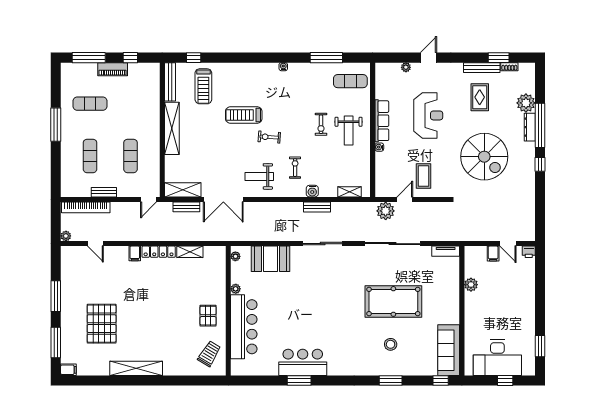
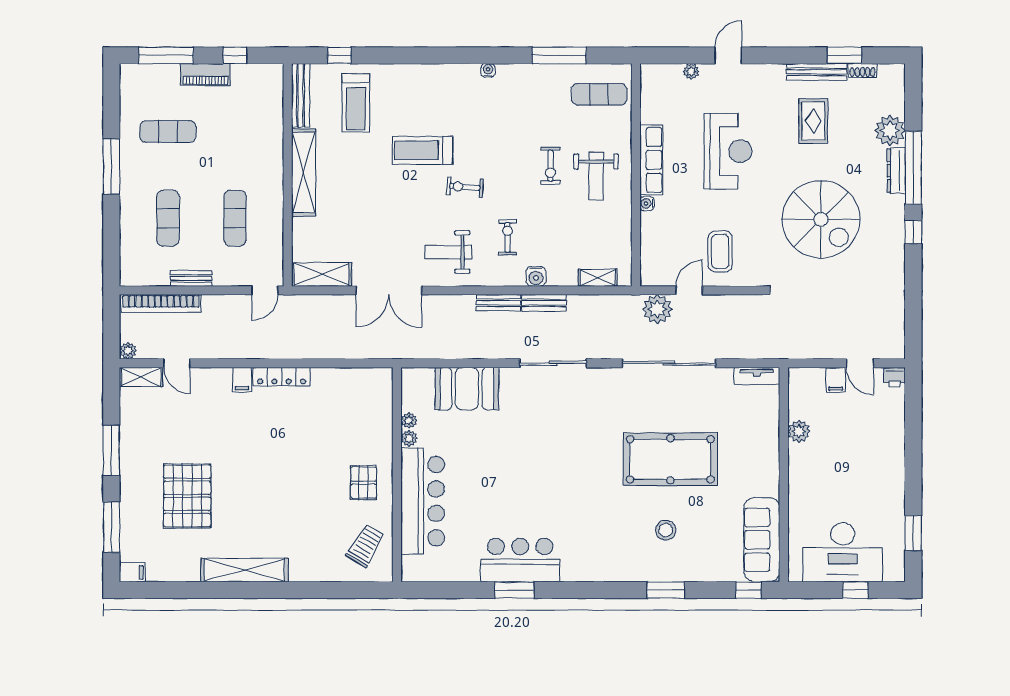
bench: (186, 207) -> (498, 303), moved
shelving: (190, 252) -> (141, 377), moved
plant: (235, 256) -> (409, 421), moved

